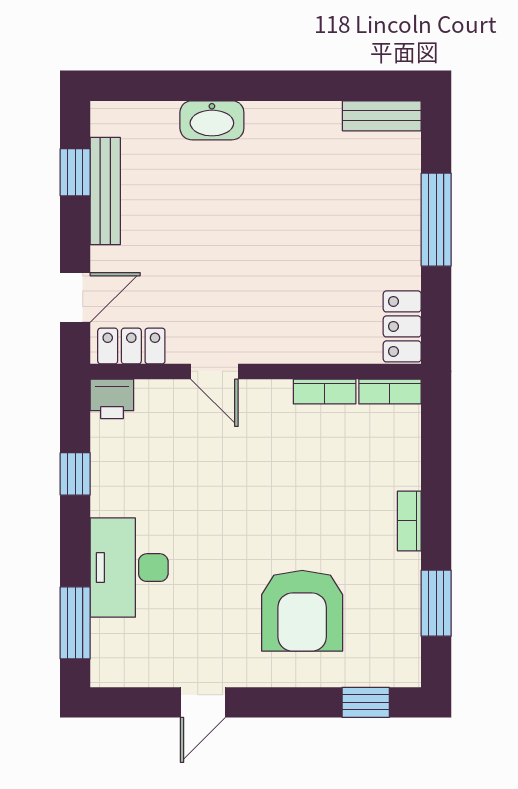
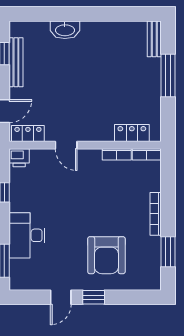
bench: (382, 116) -> (154, 39), moved, turned 90
locker: (402, 326) -> (132, 133), moved, turned 90
bookcase: (409, 521) -> (156, 214), width x1.56
window: (366, 702) -> (94, 297), moved

